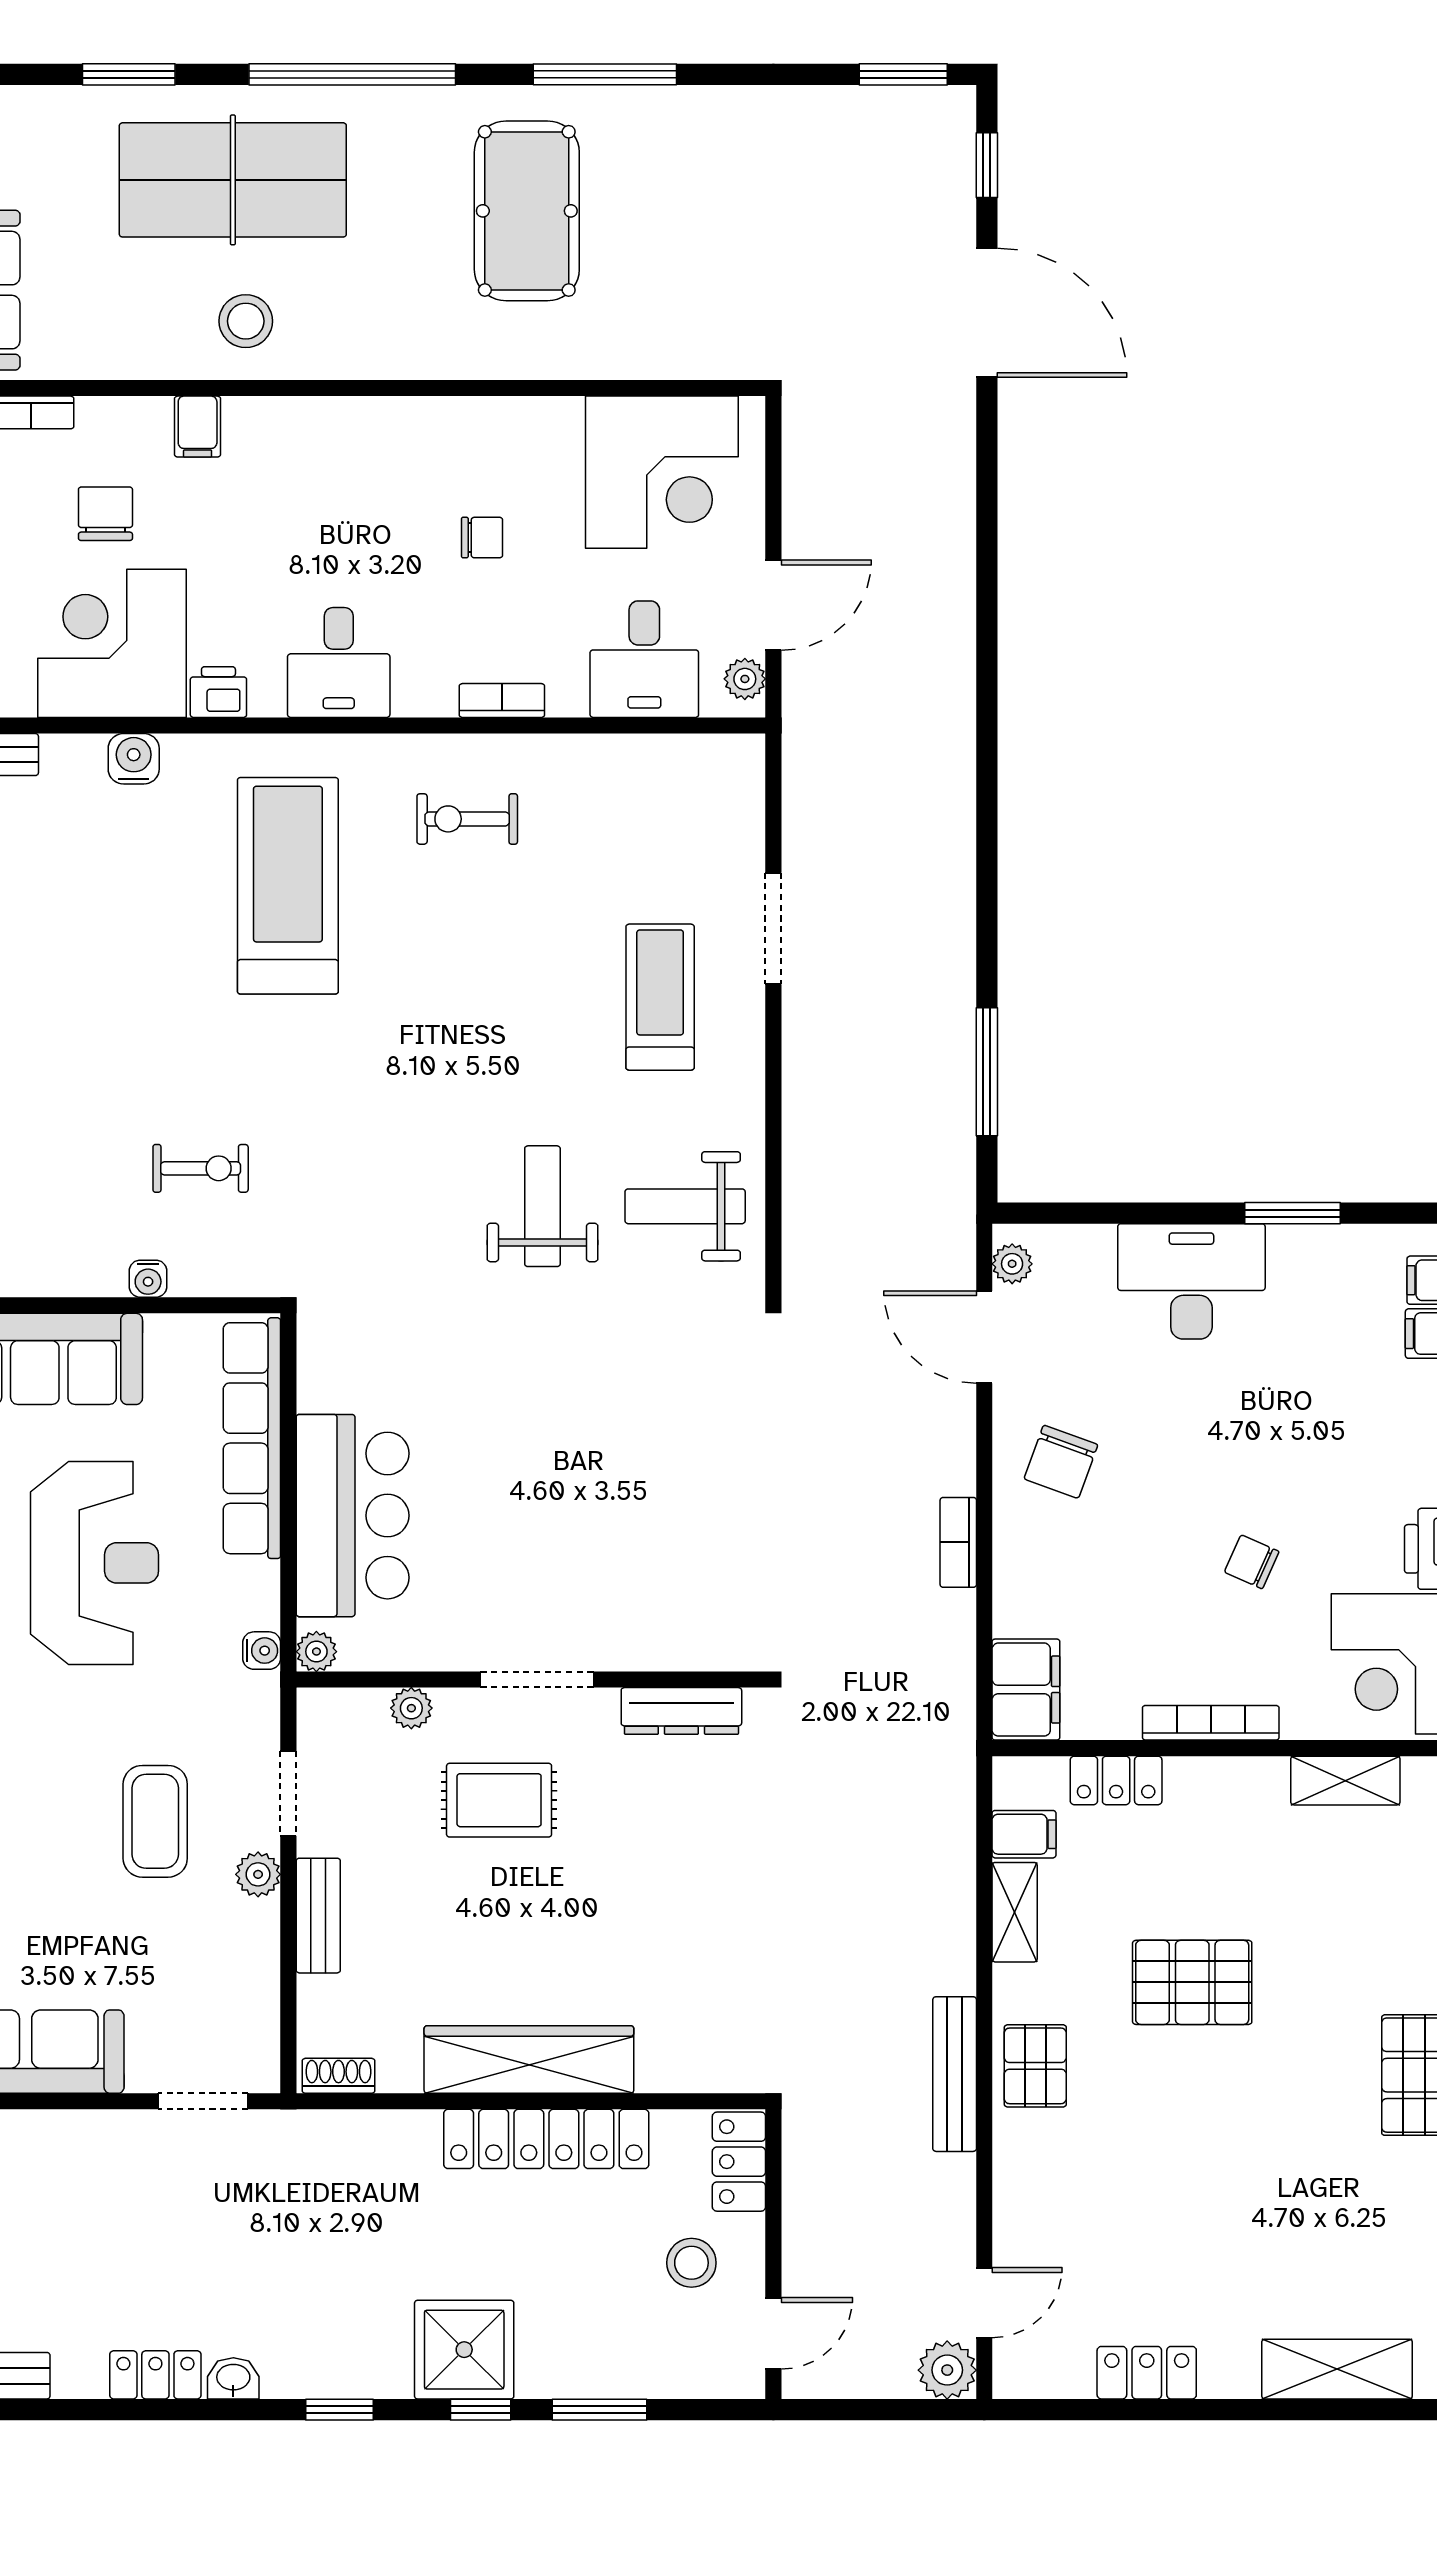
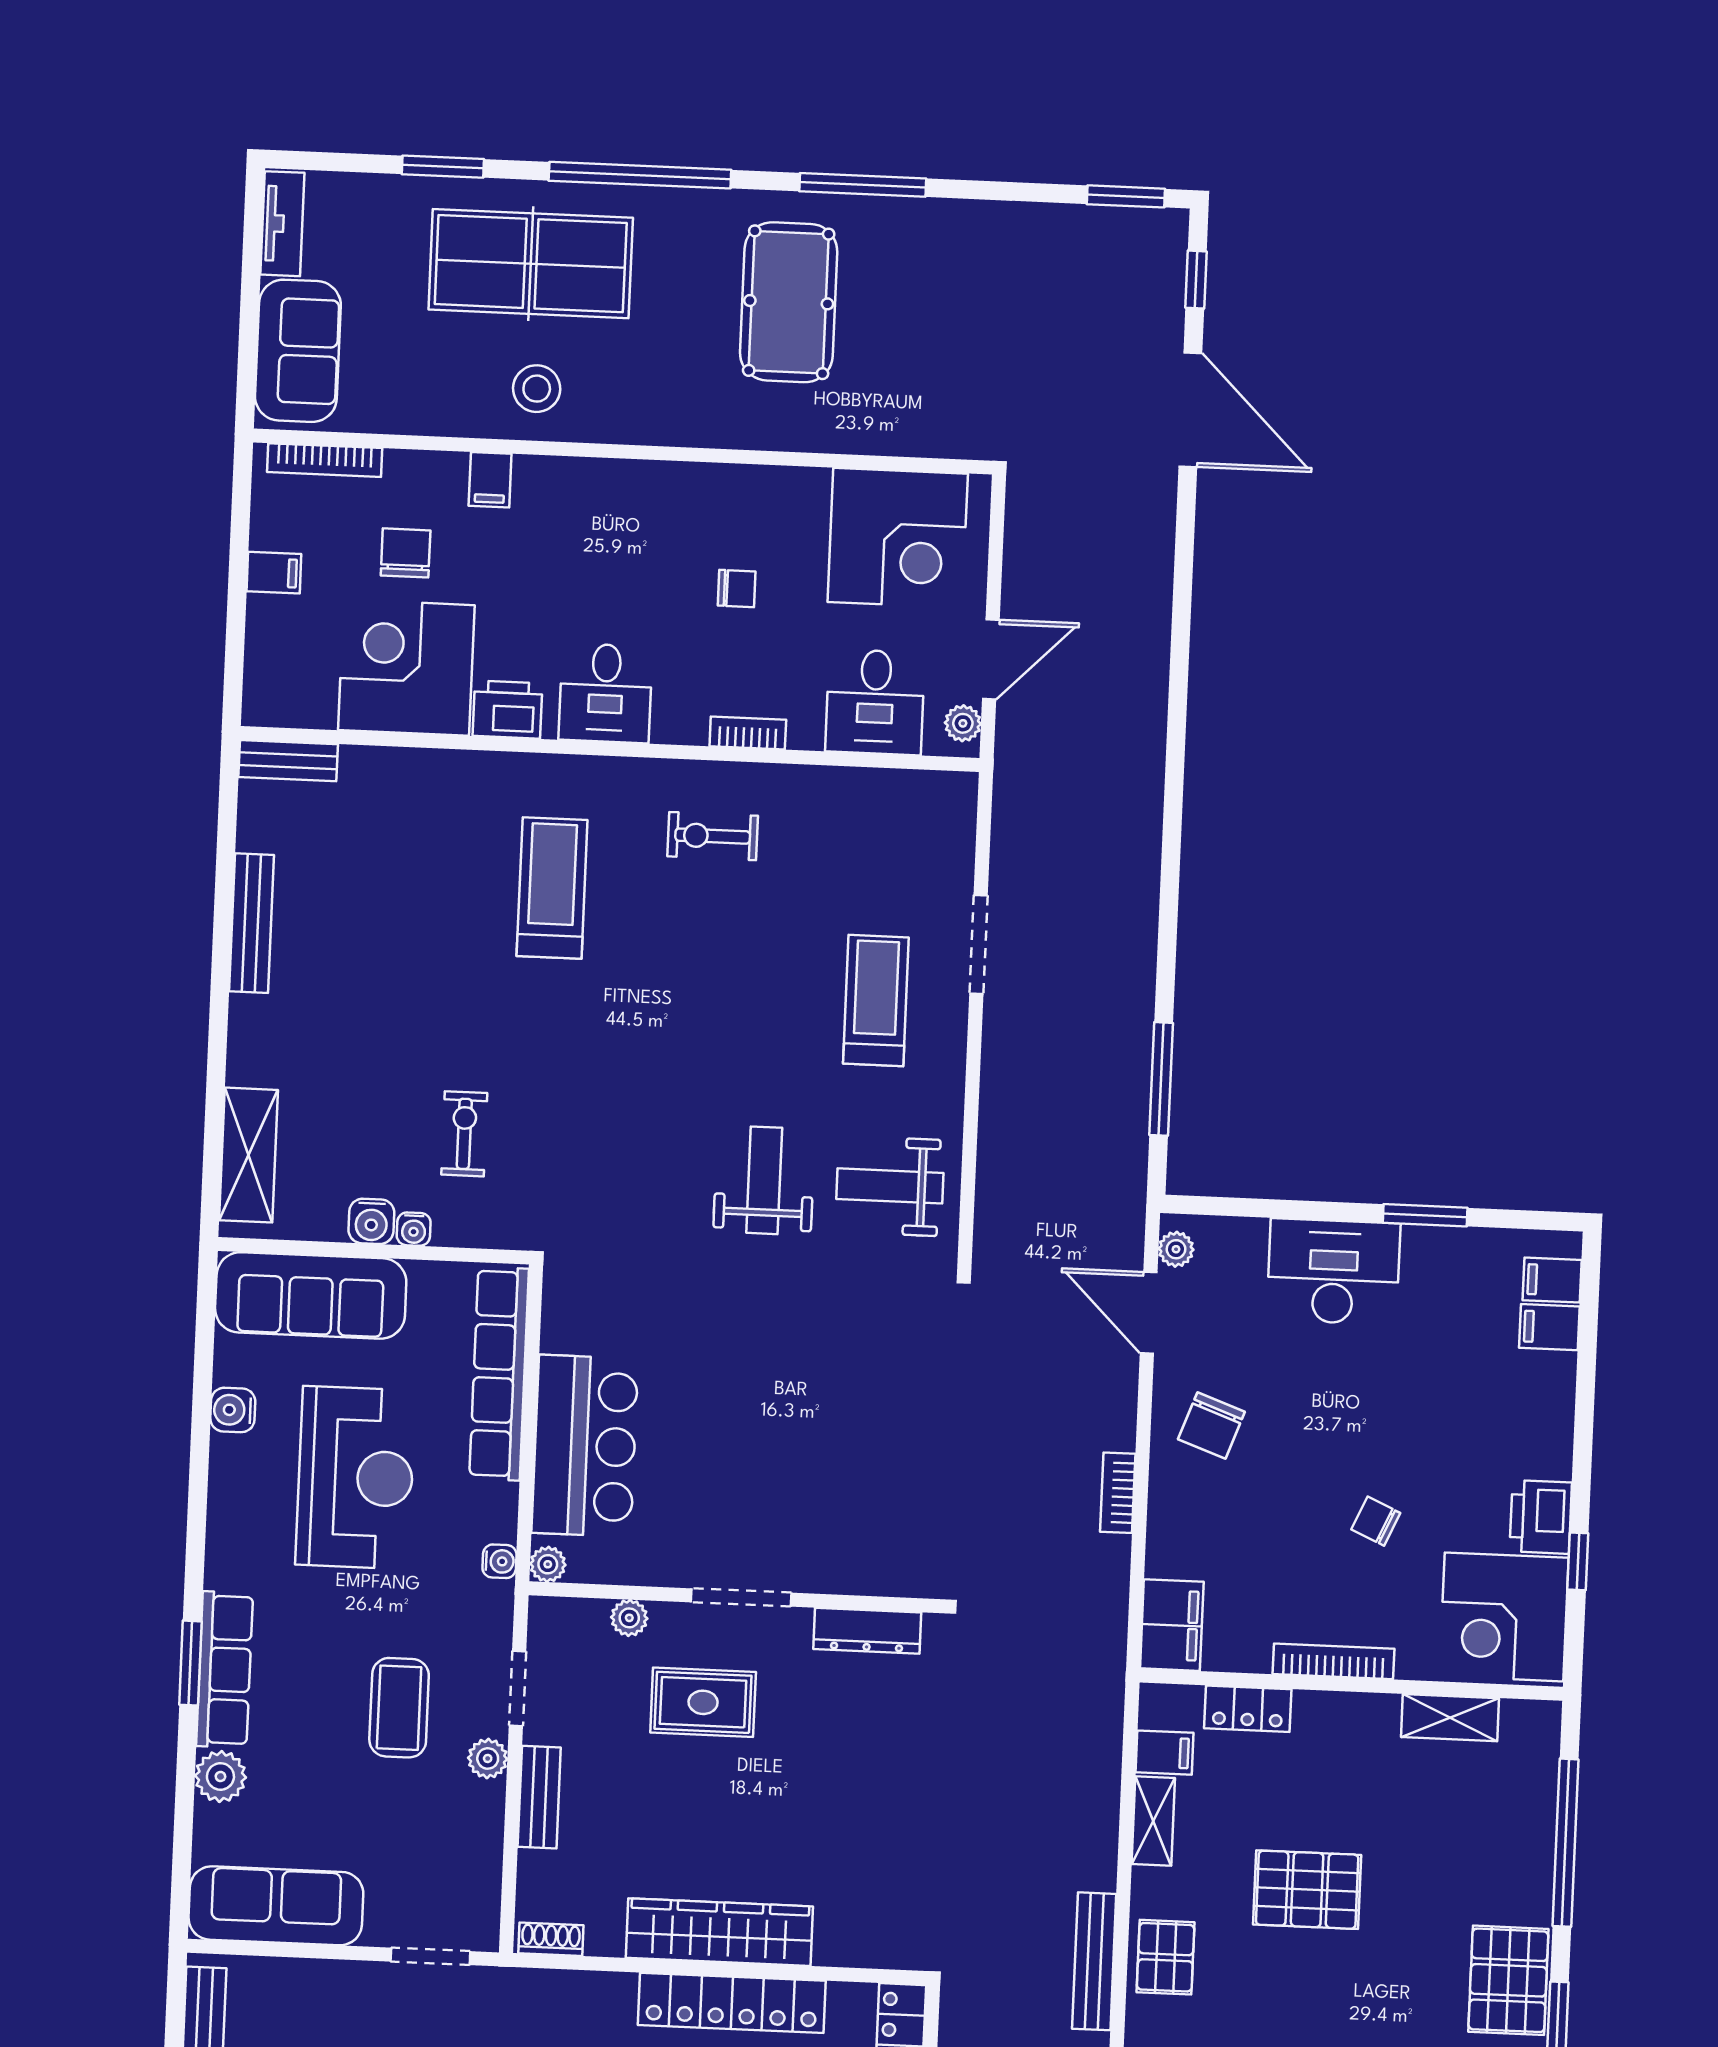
printer: (218, 692) -> (508, 710), width x1.36, depth x1.24
water cooler: (134, 759) -> (371, 1221), moved, turned 180
treadmill: (288, 886) -> (552, 888), width x0.73, depth x0.73
exercise bike: (201, 1168) -> (464, 1134), turned -90

